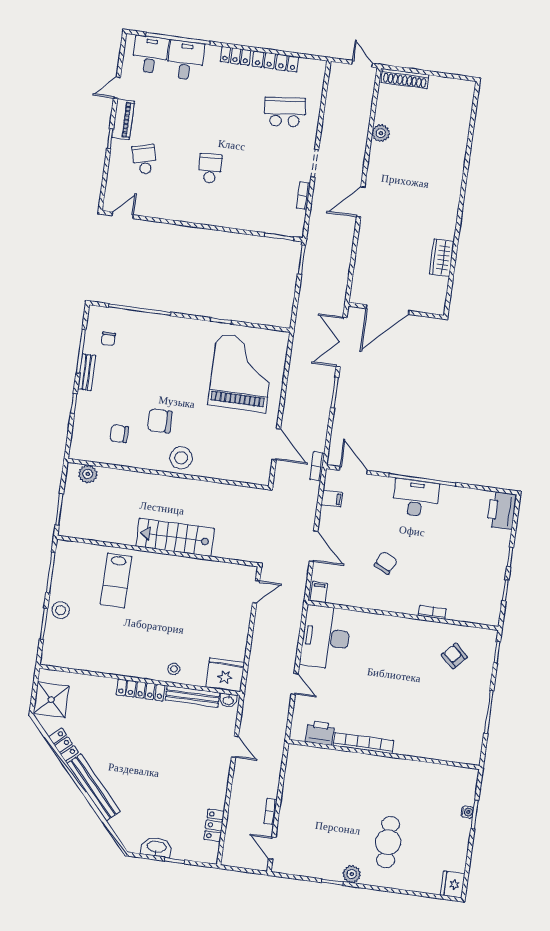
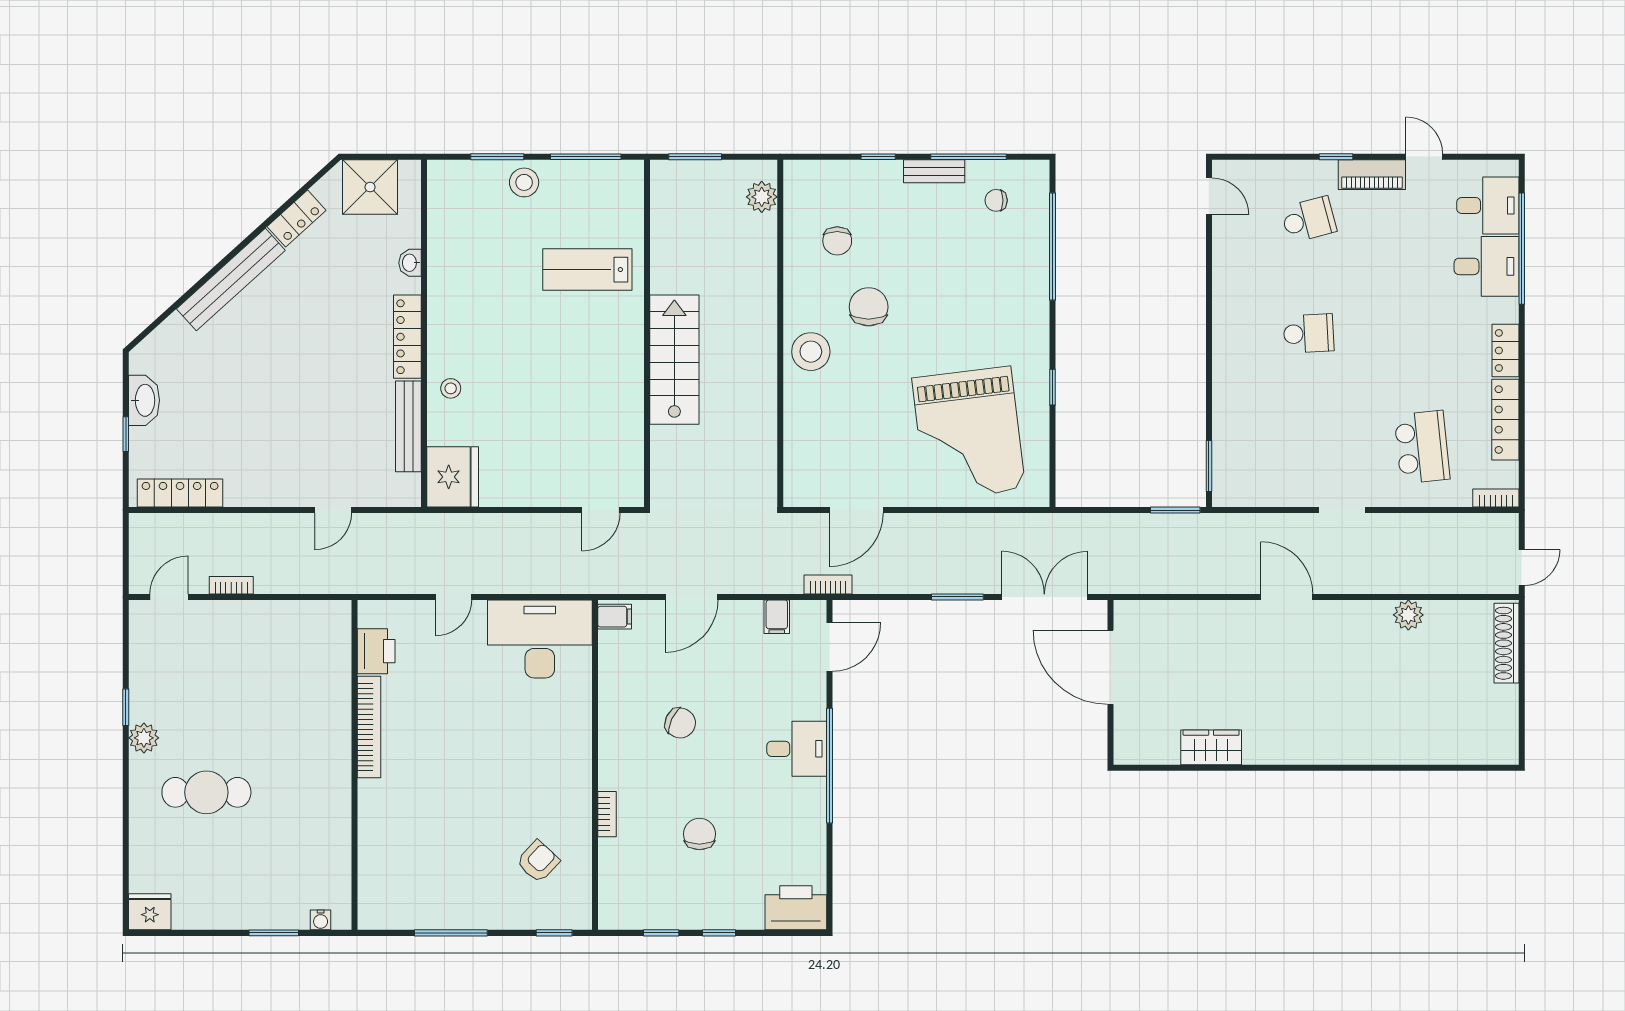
bookcase: (303, 196) -> (1496, 498), moved
grand piano: (241, 373) -> (969, 434), turned 83
chair: (119, 434) -> (837, 241), turned 180
desk: (416, 498) -> (797, 749), width x0.73
chair: (451, 560) -> (699, 834), added
door: (256, 592) -> (601, 510), hinge flipped
washbasin: (228, 700) -> (410, 263), moved
water cooler: (467, 812) -> (321, 920), moved
locker: (214, 825) -> (180, 493), width x1.53

